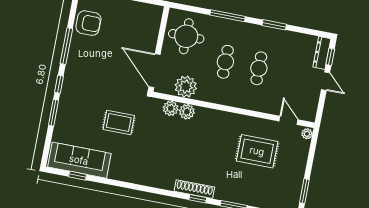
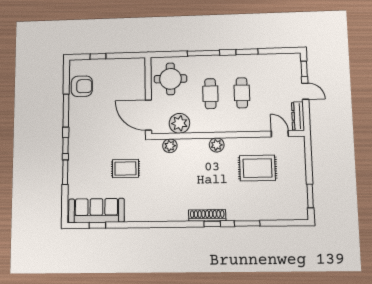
dresser: (322, 53) -> (298, 116), moved
plant: (187, 112) -> (217, 145), moved
plant: (307, 134) -> (300, 142), removed

